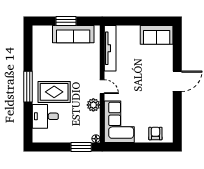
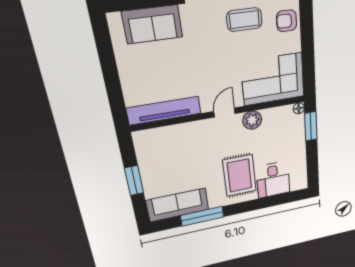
sofa: (73, 34) -> (178, 205), moved, turned -90
sofa: (157, 35) -> (152, 24), moved, turned 90
window: (28, 87) -> (202, 216), moved
coffee table: (159, 106) -> (244, 20), added

